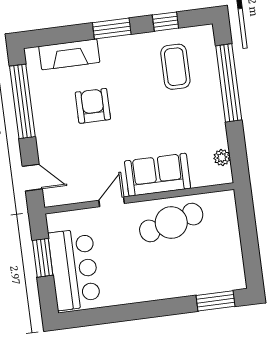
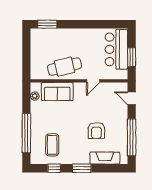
sofa: (158, 175) -> (57, 92), moved

